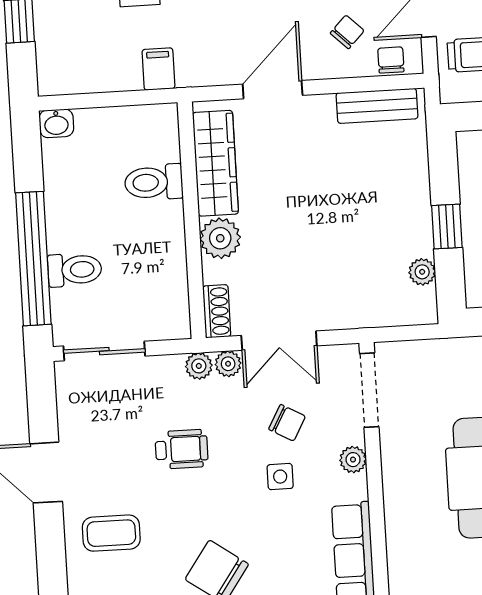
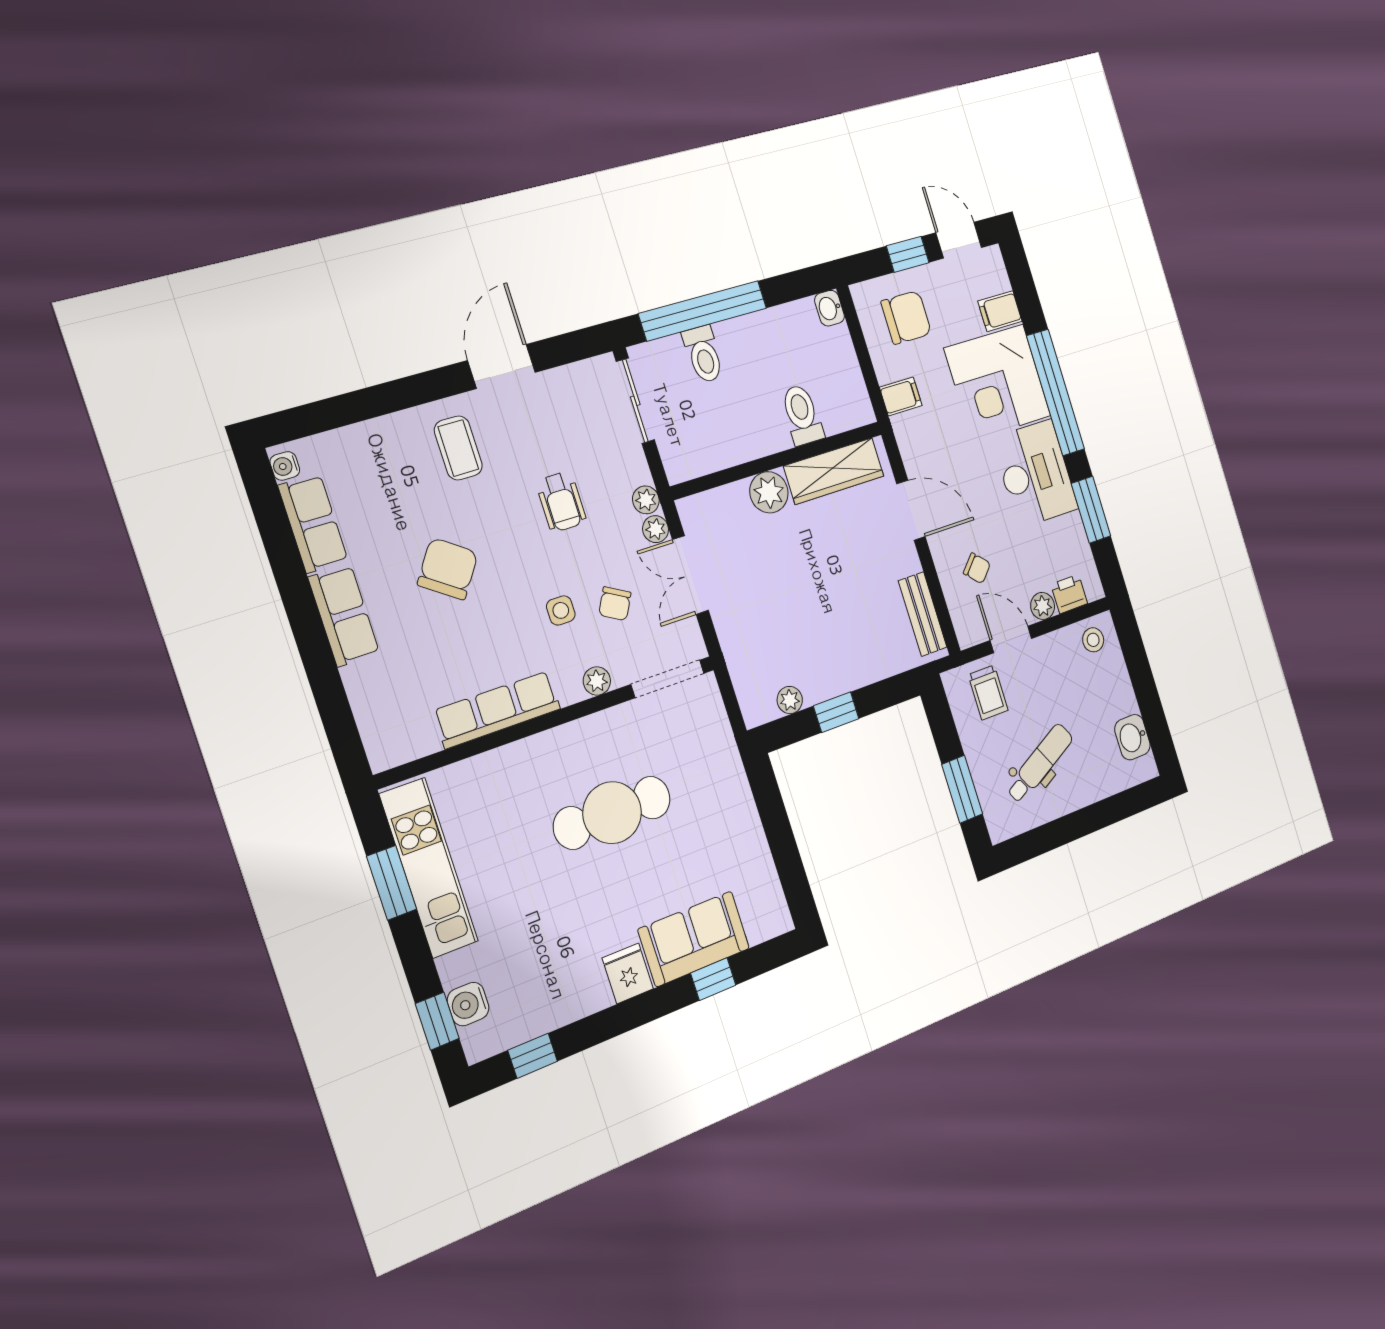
chair: (391, 60) -> (906, 317), moved, width x1.87, depth x1.87
shoe rack: (217, 311) -> (702, 505), removed

